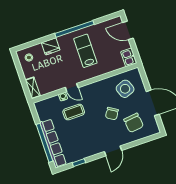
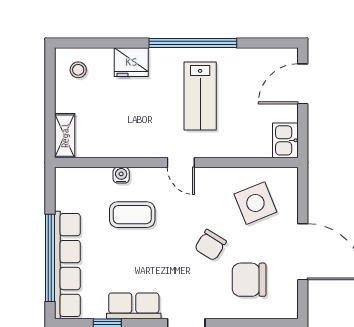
door: (128, 30) -> (303, 84), hinge flipped
lab bench: (85, 51) -> (200, 96), turned 180
door: (72, 88) -> (181, 163), moved
chair: (134, 123) -> (249, 280), turned 97
row of seats: (88, 151) -> (134, 306), added

